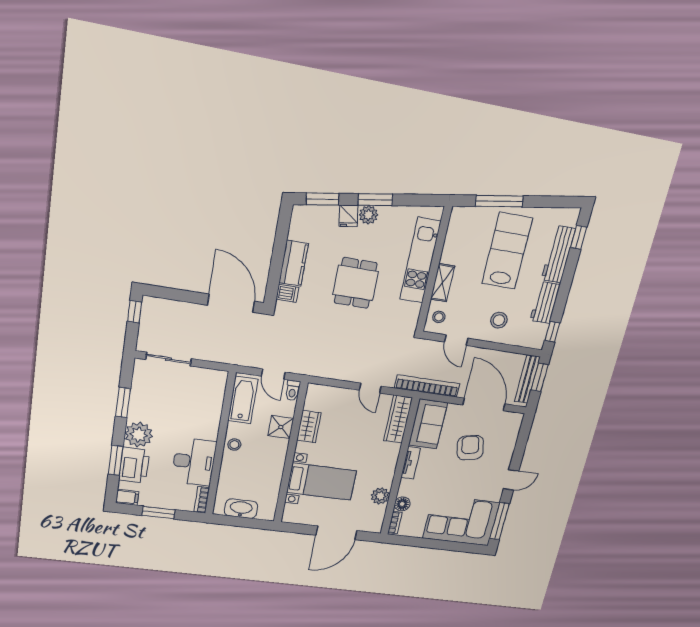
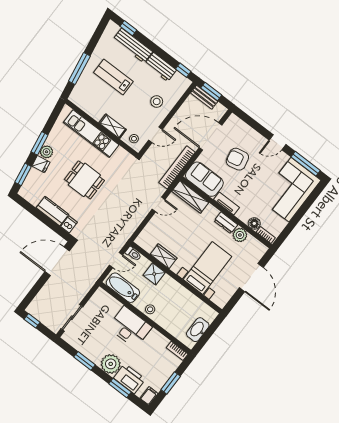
lab bench: (507, 251) -> (113, 77), width x0.73, depth x0.72
bench: (527, 379) -> (204, 97), width x0.73
desk: (194, 462) -> (130, 327), moved
dresser: (387, 474) -> (226, 223), added
door: (511, 480) -> (277, 142), swing flipped

